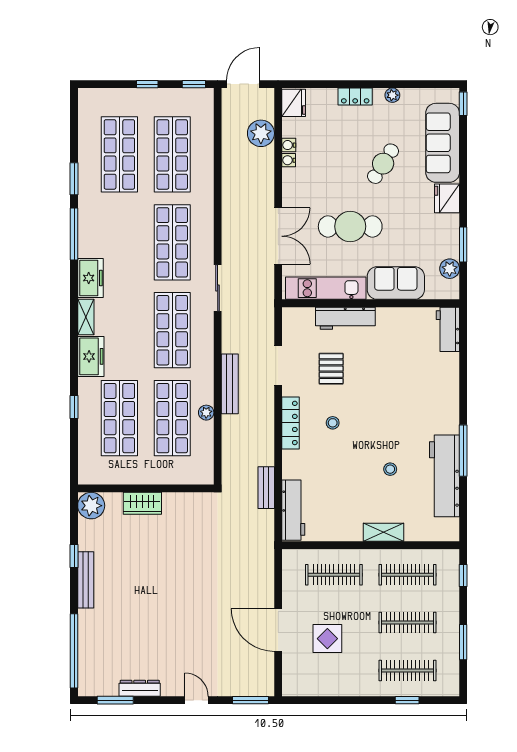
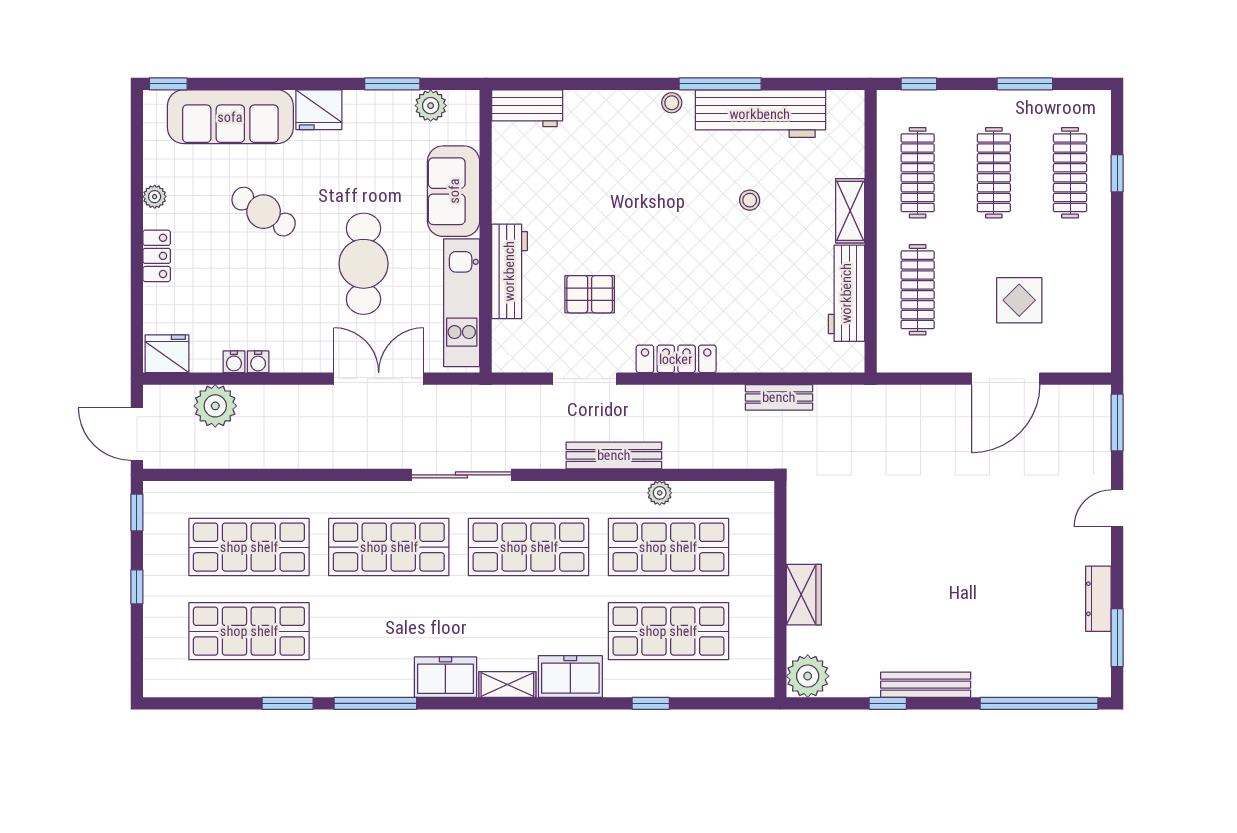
sliding door: (218, 288) -> (461, 475), width x1.37
stool: (333, 423) -> (672, 103), moved
workbench: (293, 510) -> (846, 293), moved, turned -90

